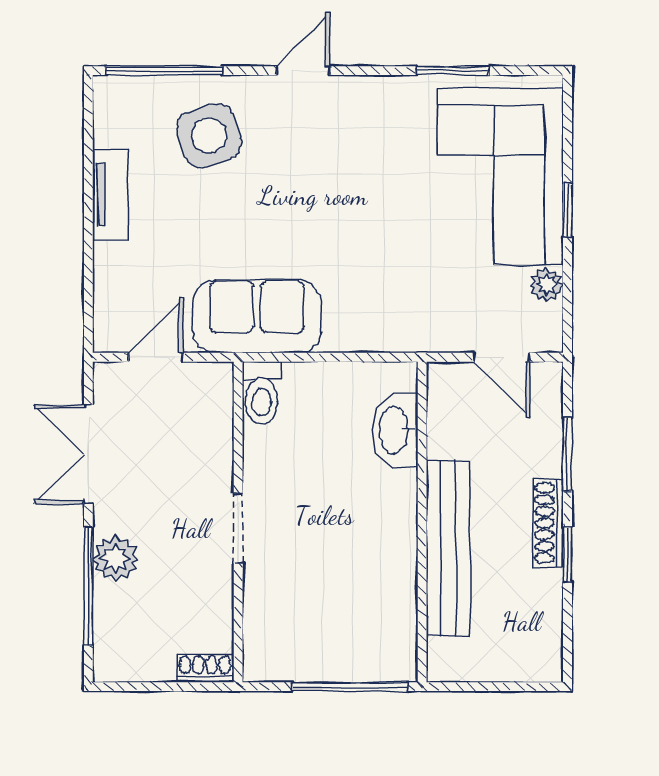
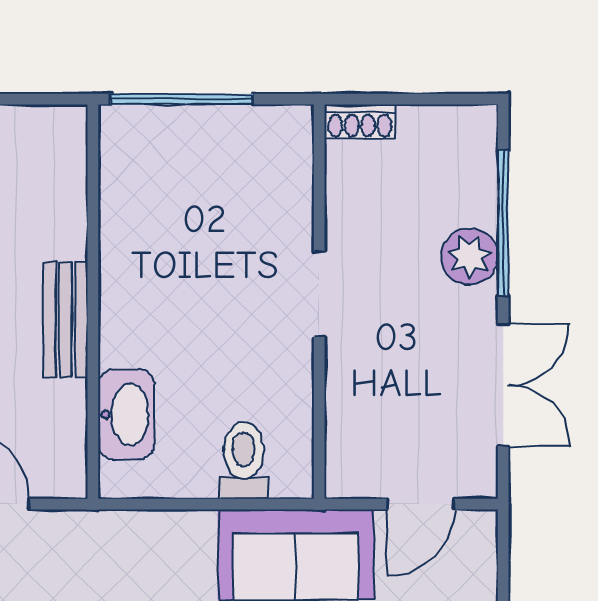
toilet: (262, 393) -> (244, 460), moved
bench: (448, 548) -> (65, 320), width x0.54, depth x0.82

